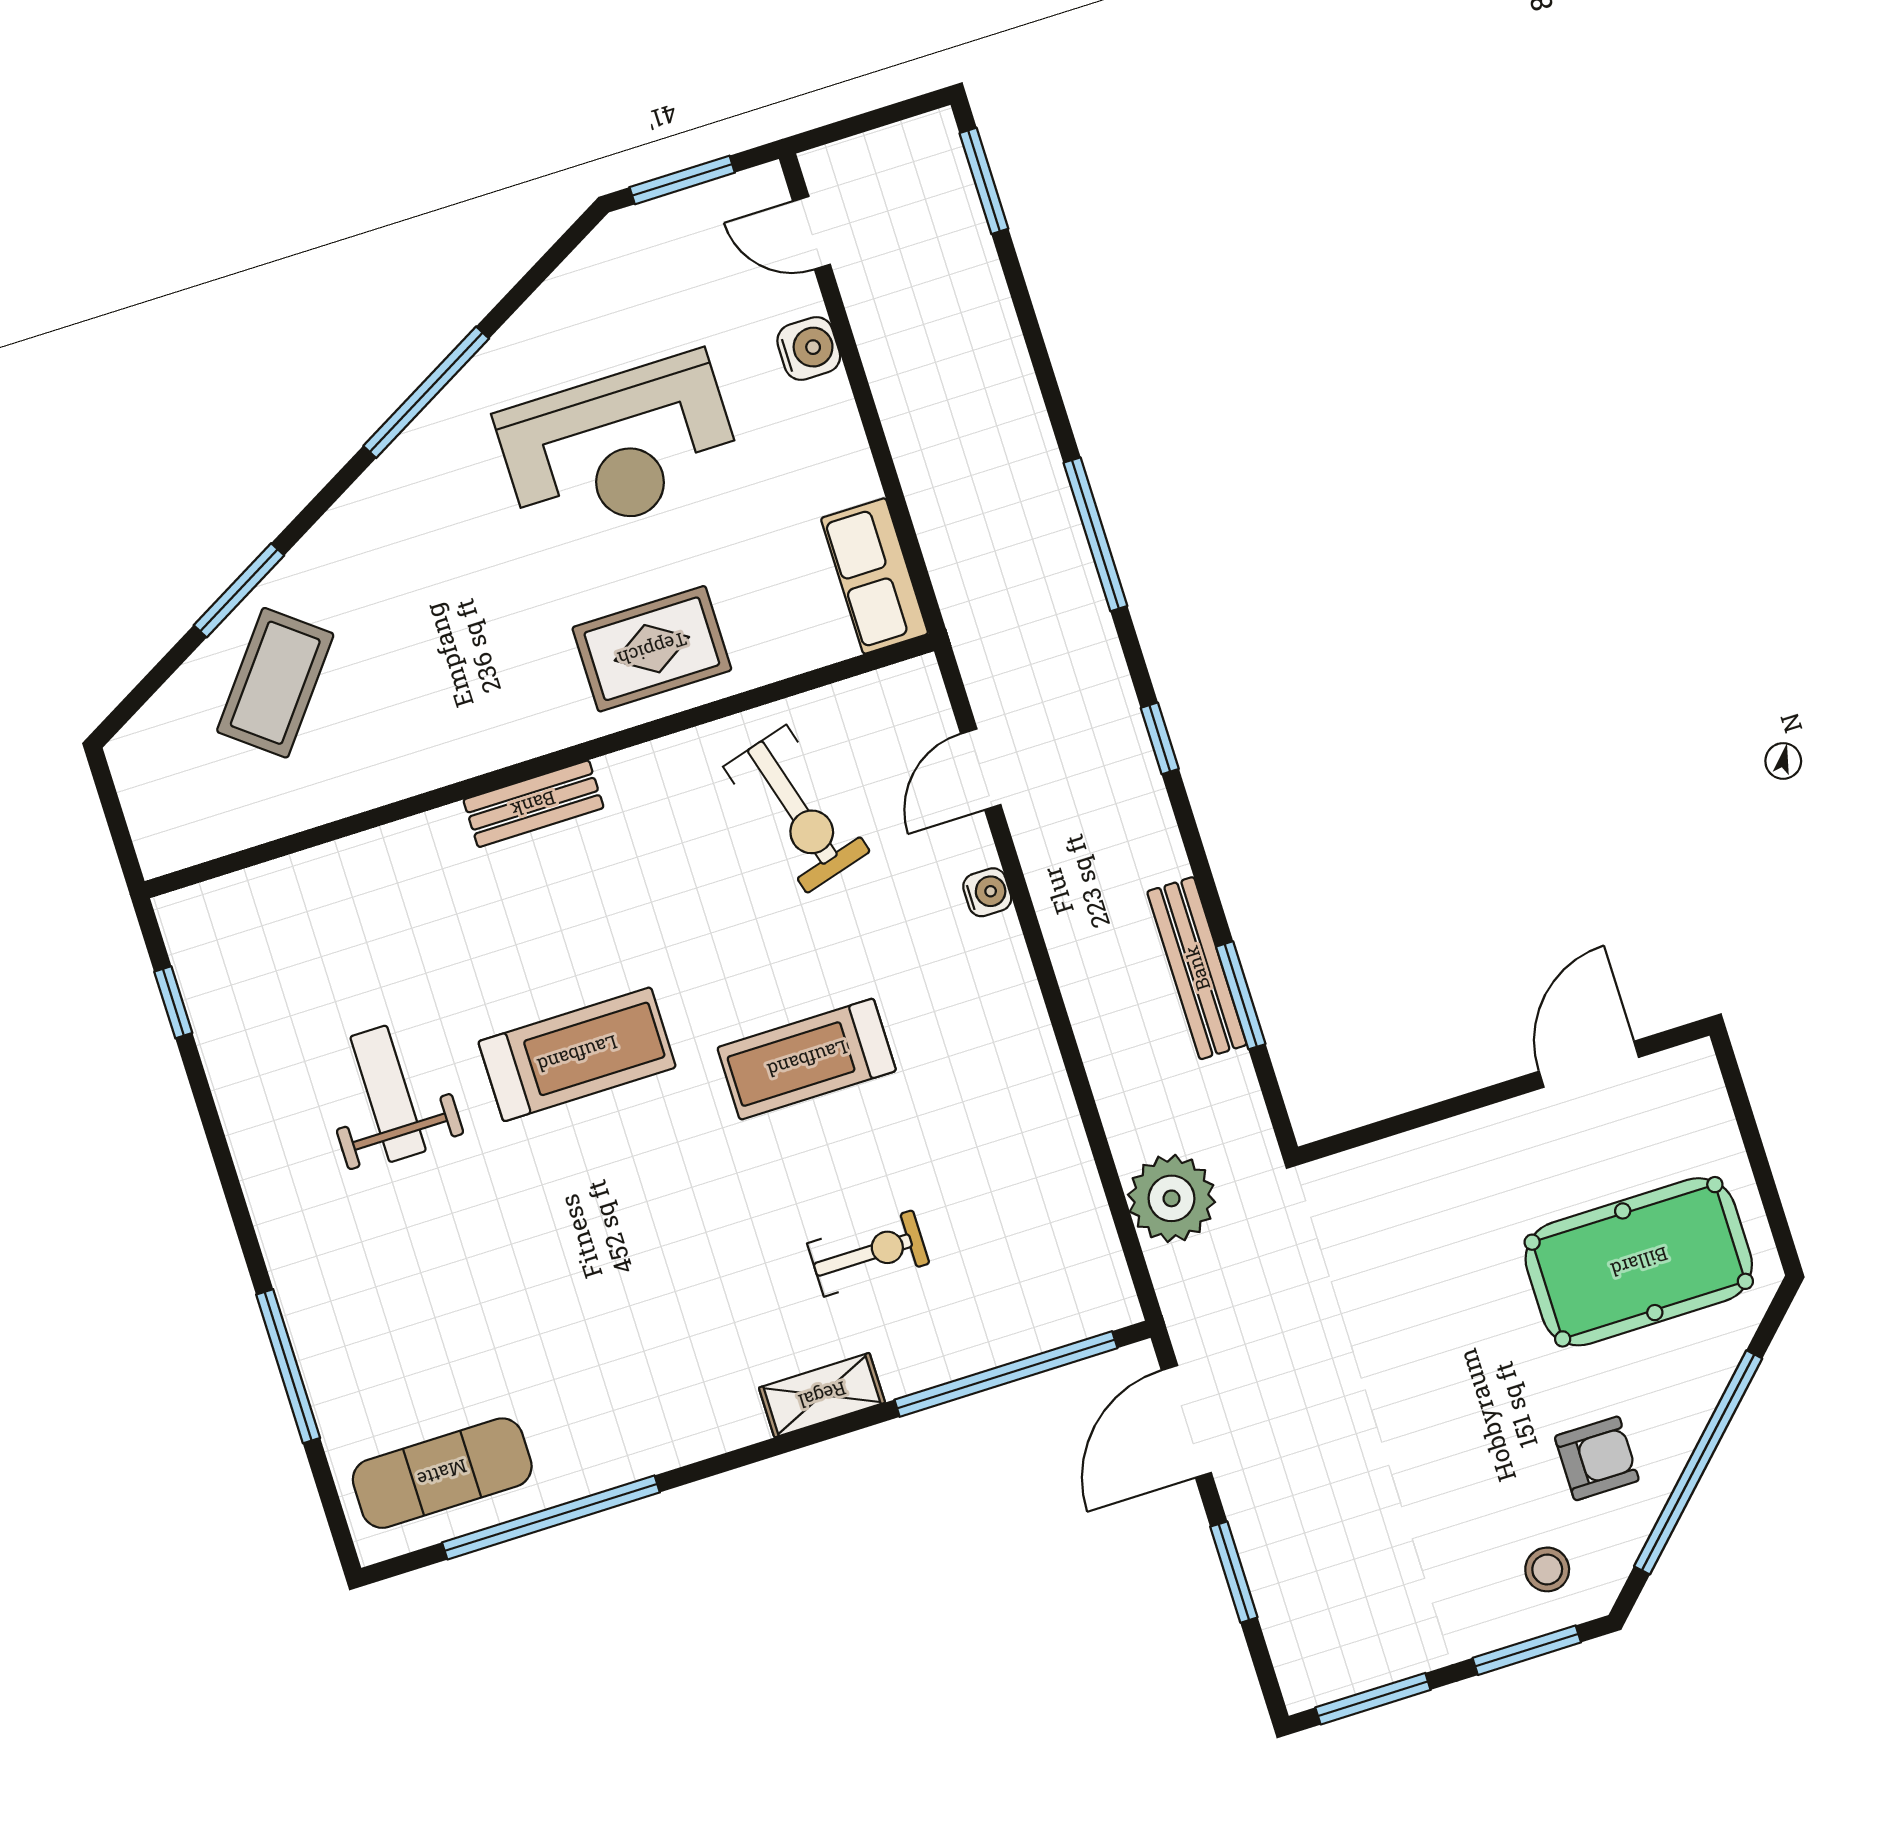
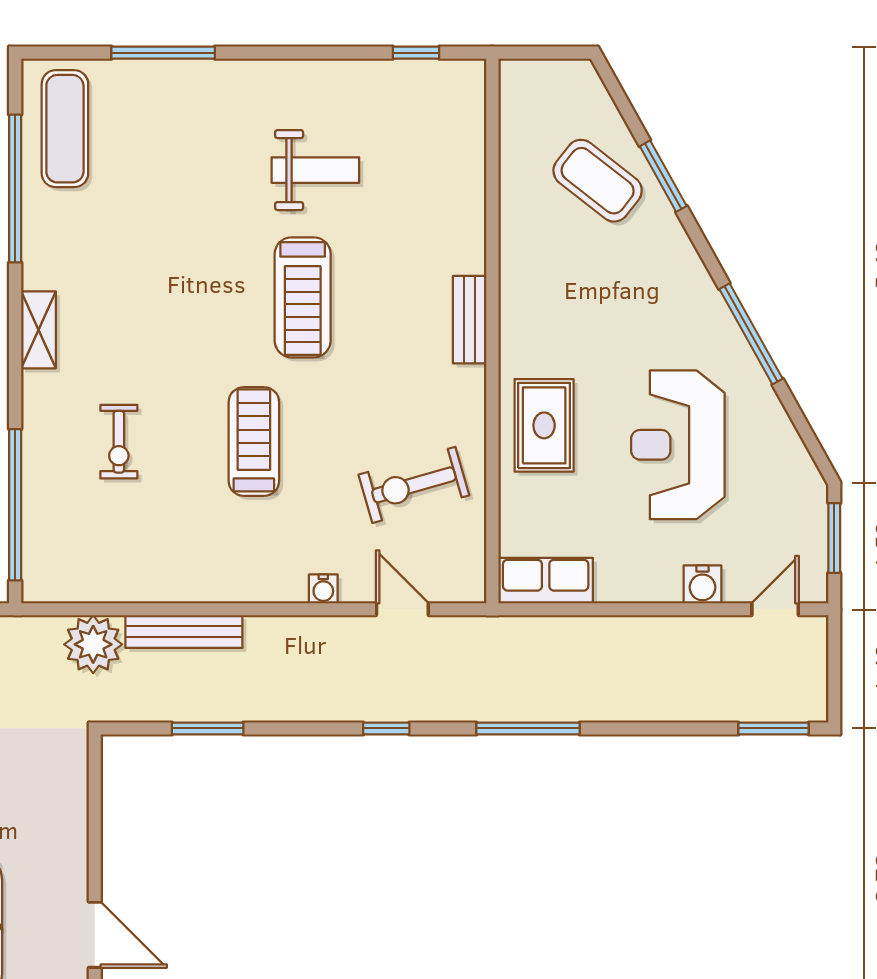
bench: (1197, 968) -> (184, 632), moved
shelving: (822, 1395) -> (38, 330), moved

